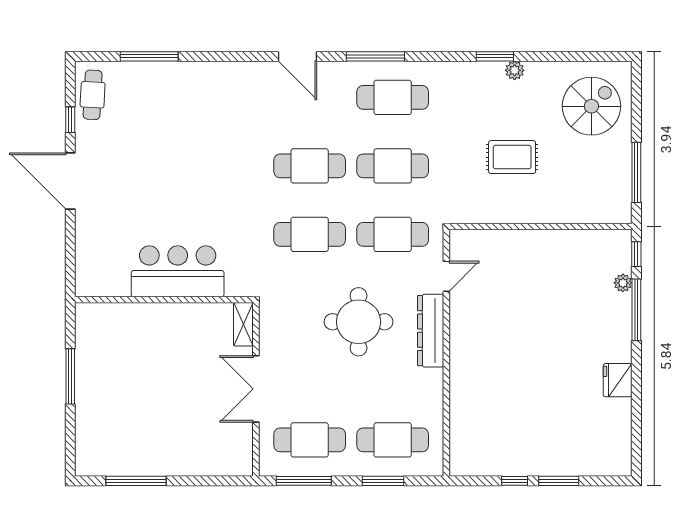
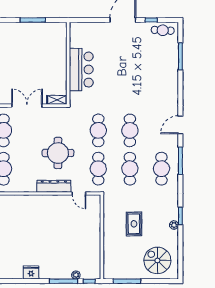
spiral stairs: (591, 106) -> (157, 260), turned 180

